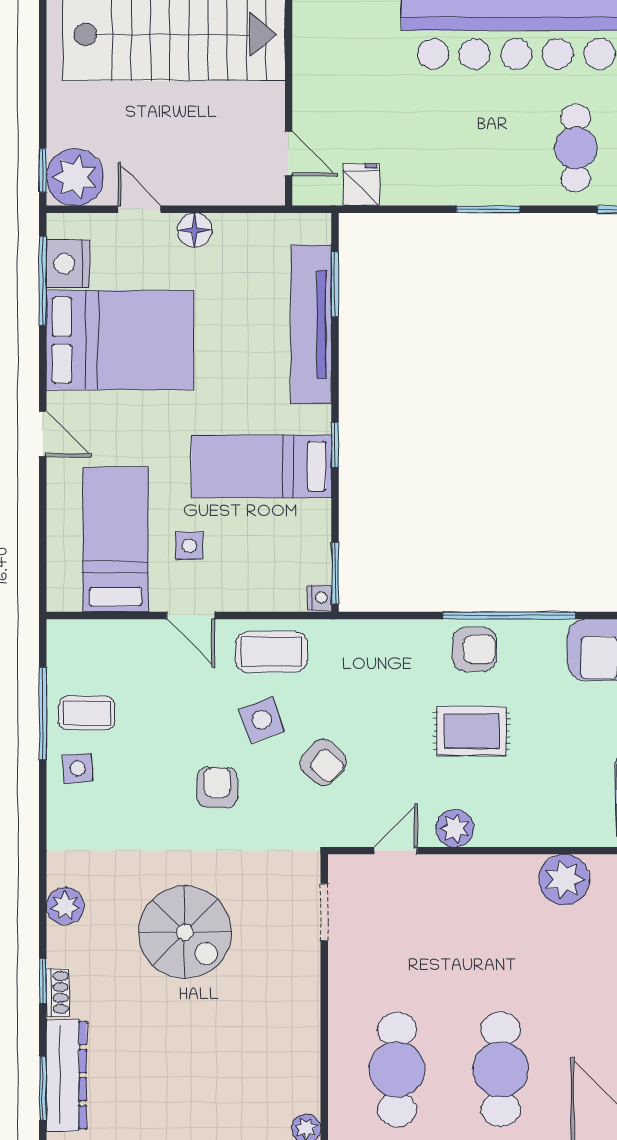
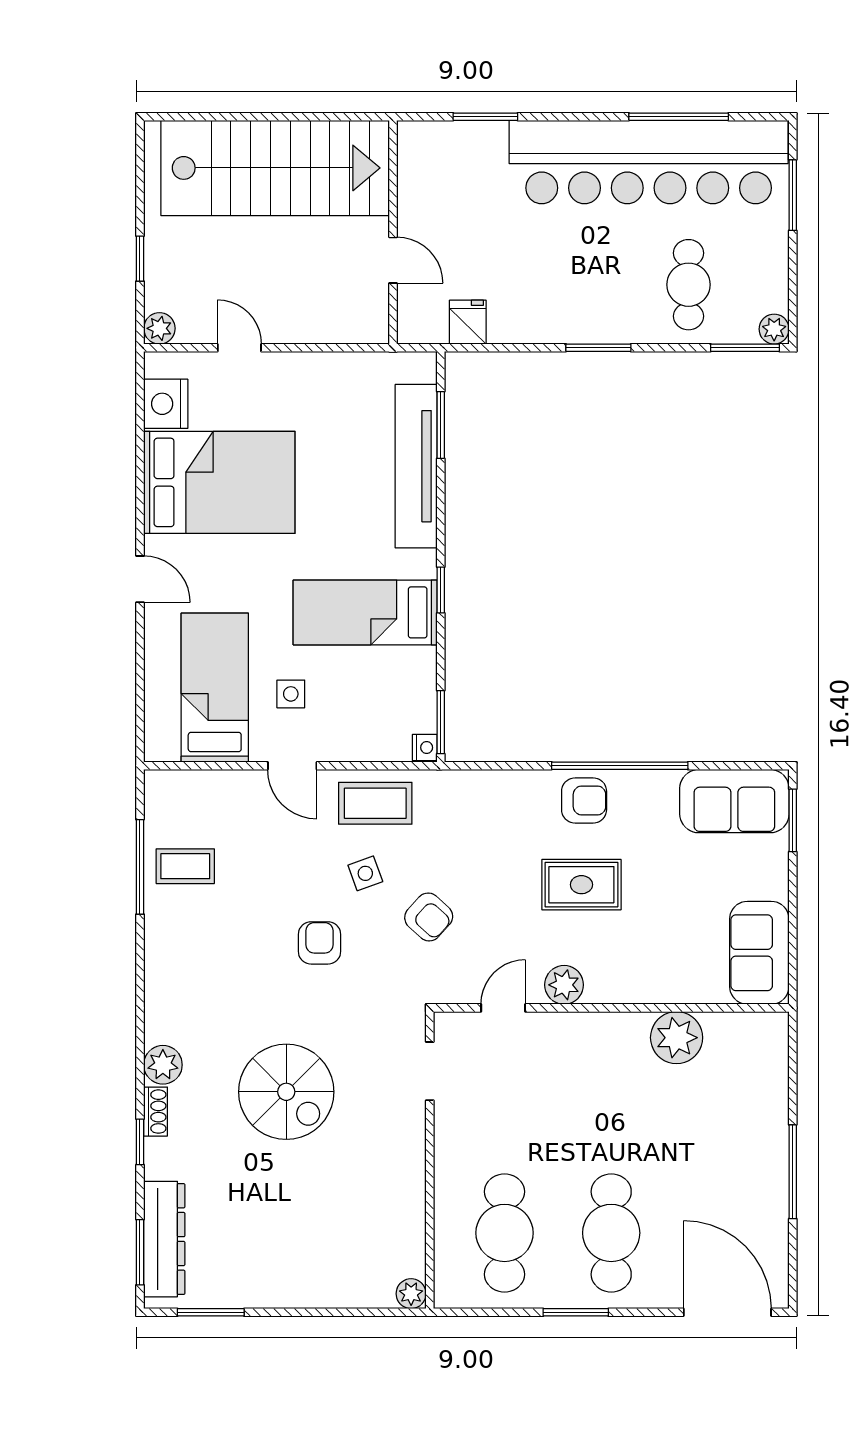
door: (289, 154) -> (393, 260), moved
window: (43, 170) -> (140, 259), moved
plant: (75, 177) -> (159, 328), width x0.53, depth x0.53
floor lamp: (195, 230) -> (296, 369), removed
window: (43, 281) -> (140, 421), removed
side table: (262, 720) -> (365, 873), width x0.73, depth x0.73
side table: (78, 768) -> (176, 923), removed
shoe rack: (58, 993) -> (156, 1112), moved

